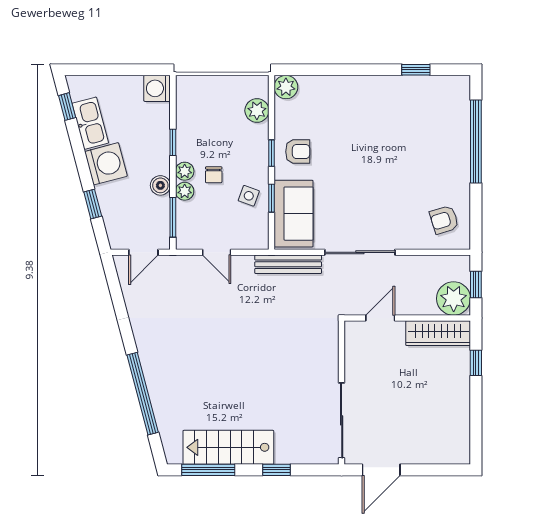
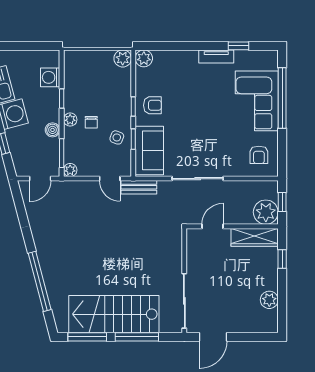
tv unit: (386, 84) -> (216, 56), added
washing machine: (157, 88) -> (50, 77), moved
plant: (257, 111) -> (123, 58), moved
corner sofa: (441, 146) -> (257, 101), added
plant: (185, 191) -> (70, 170), moved
armchair: (444, 220) -> (259, 155), turned -73
door: (217, 252) -> (110, 179), moved
bench: (288, 264) -> (139, 187), width x0.73
plant: (458, 419) -> (269, 300), added
stairs: (228, 447) -> (114, 314), width x1.36, depth x1.51
window: (276, 470) -> (137, 337), width x2.17

